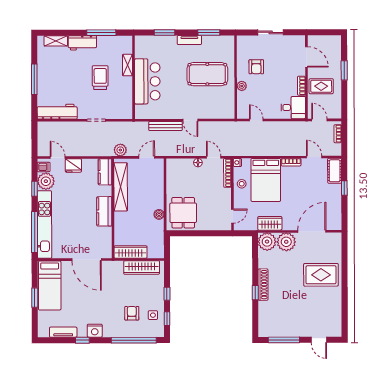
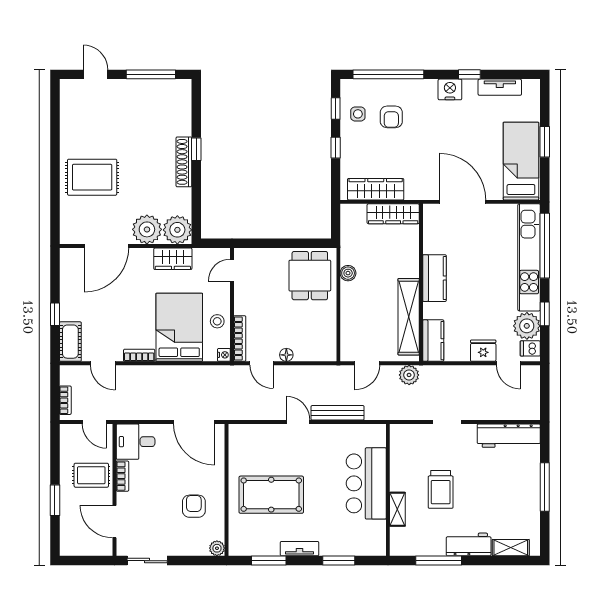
sliding door: (271, 32) -> (147, 561), moved
plant: (242, 86) -> (217, 548), moved
door: (256, 120) -> (194, 422), width x1.87

